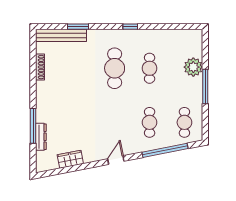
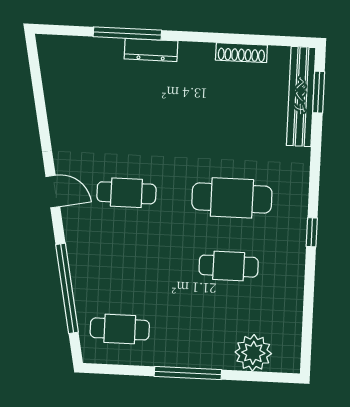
window: (78, 27) -> (319, 92), moved
plant: (193, 67) -> (253, 353), moved
cafe table: (150, 122) -> (126, 193), moved
dresser: (41, 137) -> (151, 50), moved
wardrobe: (70, 159) -> (59, 103), removed

